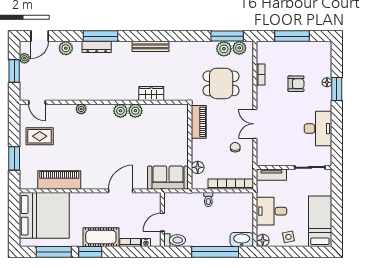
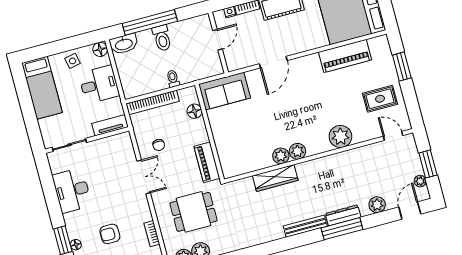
bench: (150, 46) -> (305, 226), moved
wardrobe: (151, 93) -> (275, 178), width x1.50
plant: (81, 109) -> (340, 137), width x1.88, depth x1.88
toilet: (175, 240) -> (162, 38), moved, turned -90

